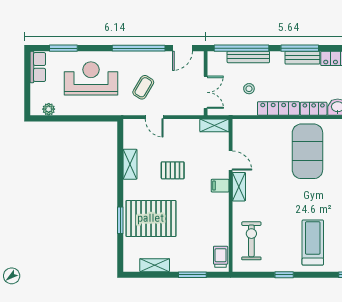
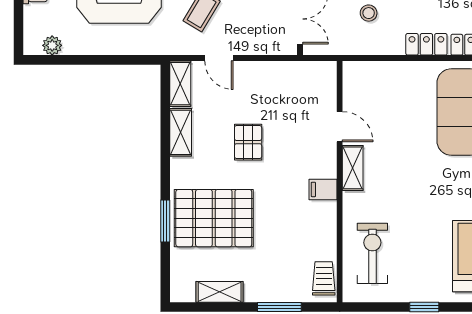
locker: (278, 108) -> (426, 44), width x0.66
shelving: (214, 125) -> (180, 84), moved, turned 90
pallet: (173, 170) -> (248, 142), turned 90
filing cabinet: (220, 186) -> (323, 189), moved

